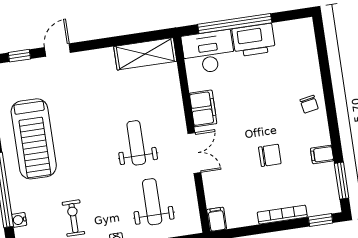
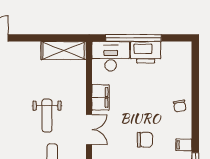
weight bench: (136, 143) -> (47, 116), turned 180

